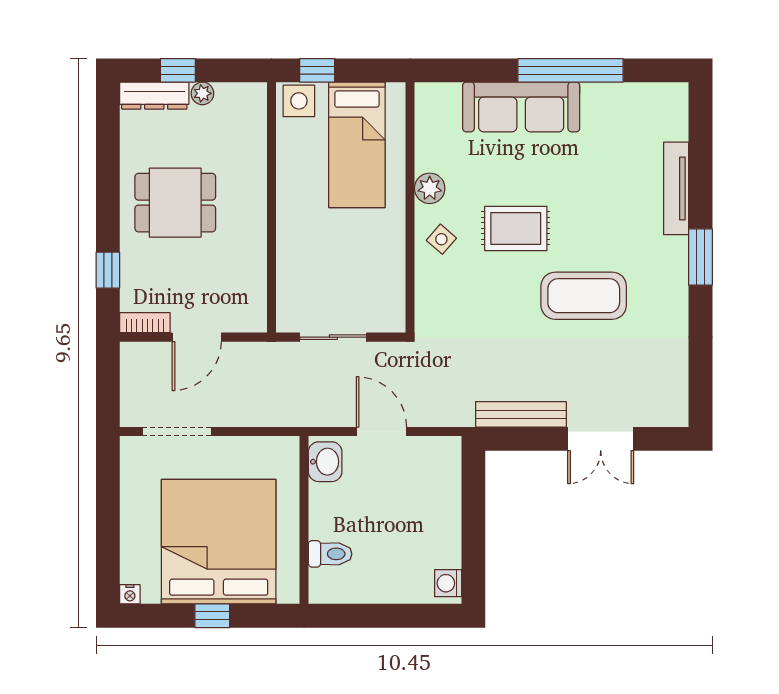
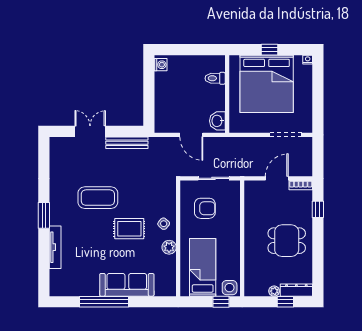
armchair: (352, 273) -> (205, 208), added

